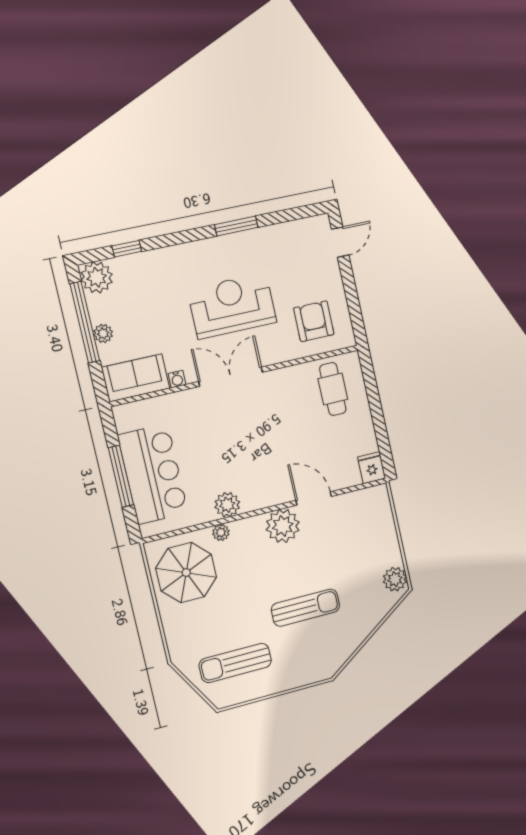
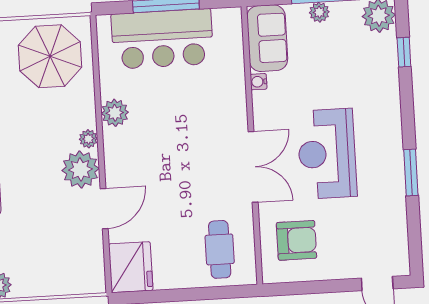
reception desk: (232, 306) -> (327, 154), turned 180
double door: (231, 377) -> (253, 167), moved
cafe table: (333, 389) -> (220, 249), turned 90
fridge: (372, 468) -> (131, 267), width x1.88, depth x1.34
plant: (221, 532) -> (88, 139), moved

